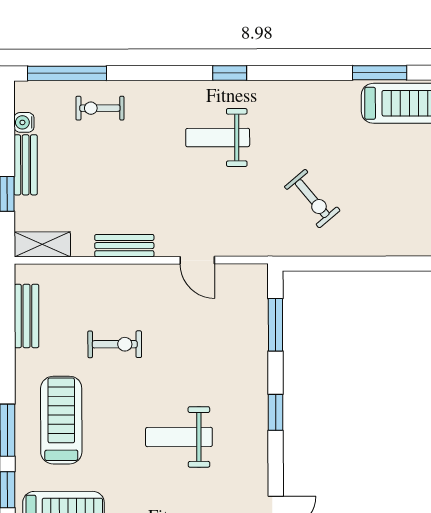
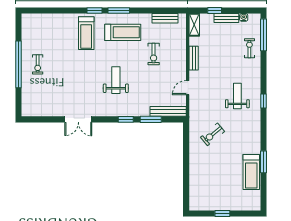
bench: (256, 308) -> (168, 111), added
window: (275, 325) -> (151, 119), moved

